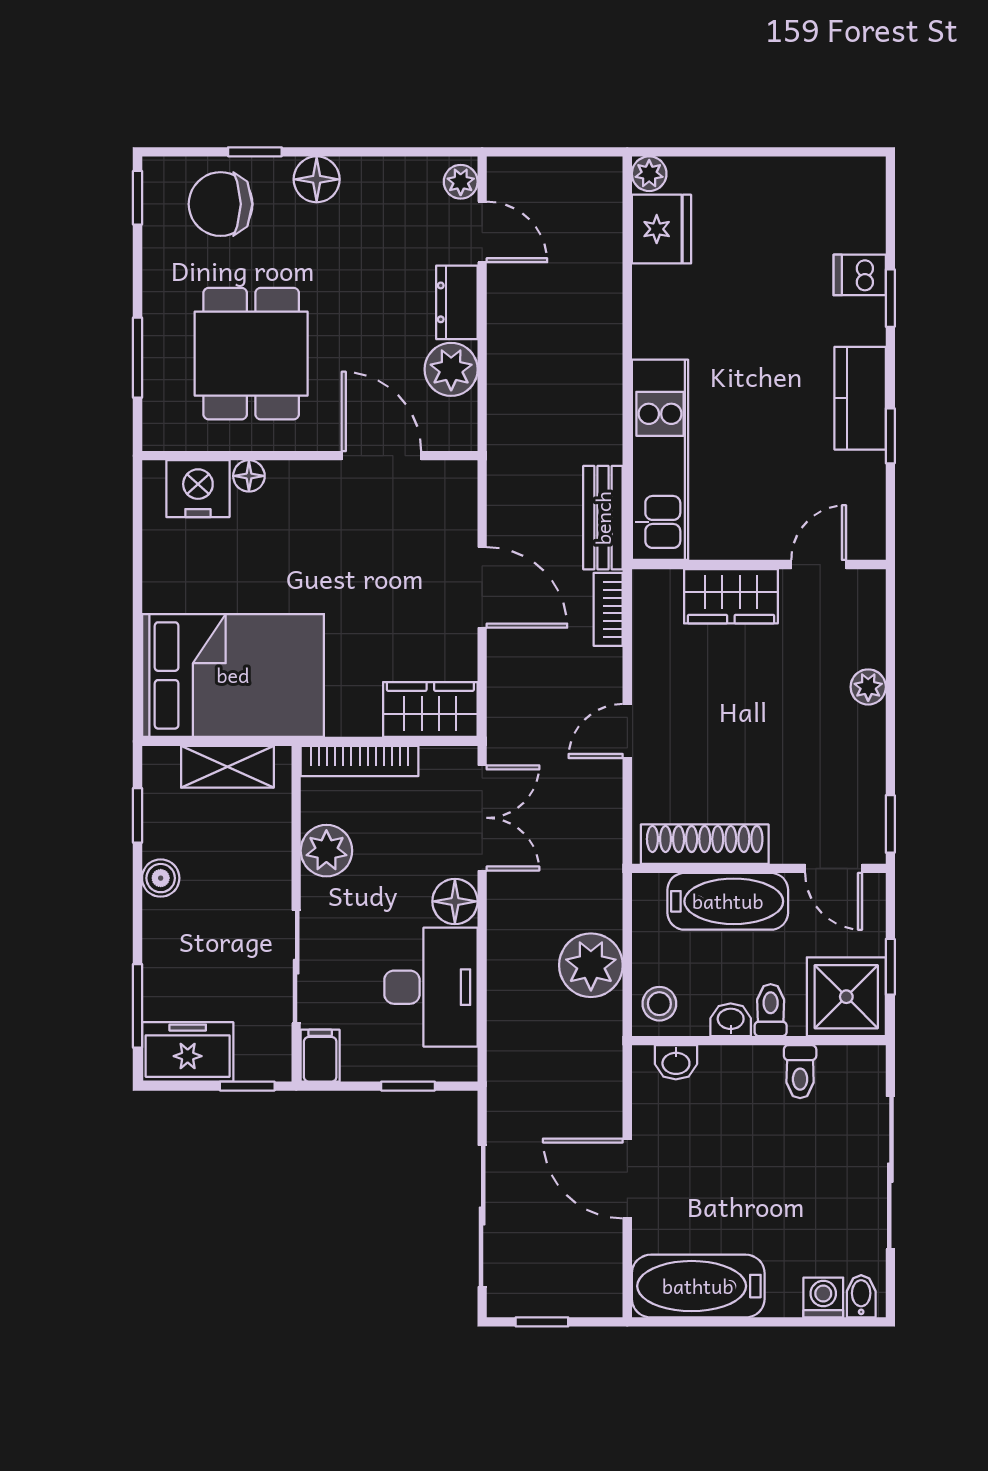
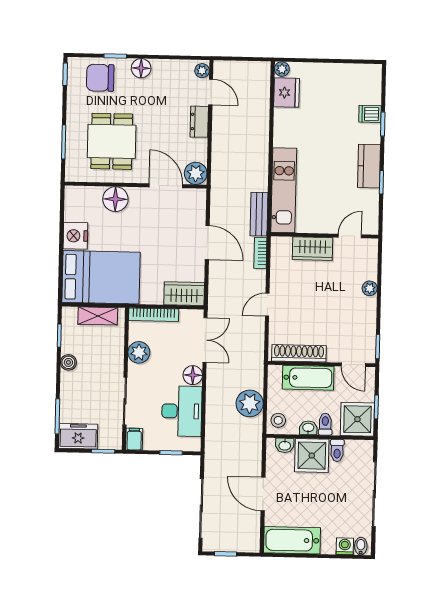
plant: (451, 369) -> (196, 173), moved
floor lamp: (249, 476) -> (115, 199), width x1.89, depth x1.89
nightstand: (198, 489) -> (75, 236), moved, turned -90
shower: (740, 1085) -> (312, 456), added

